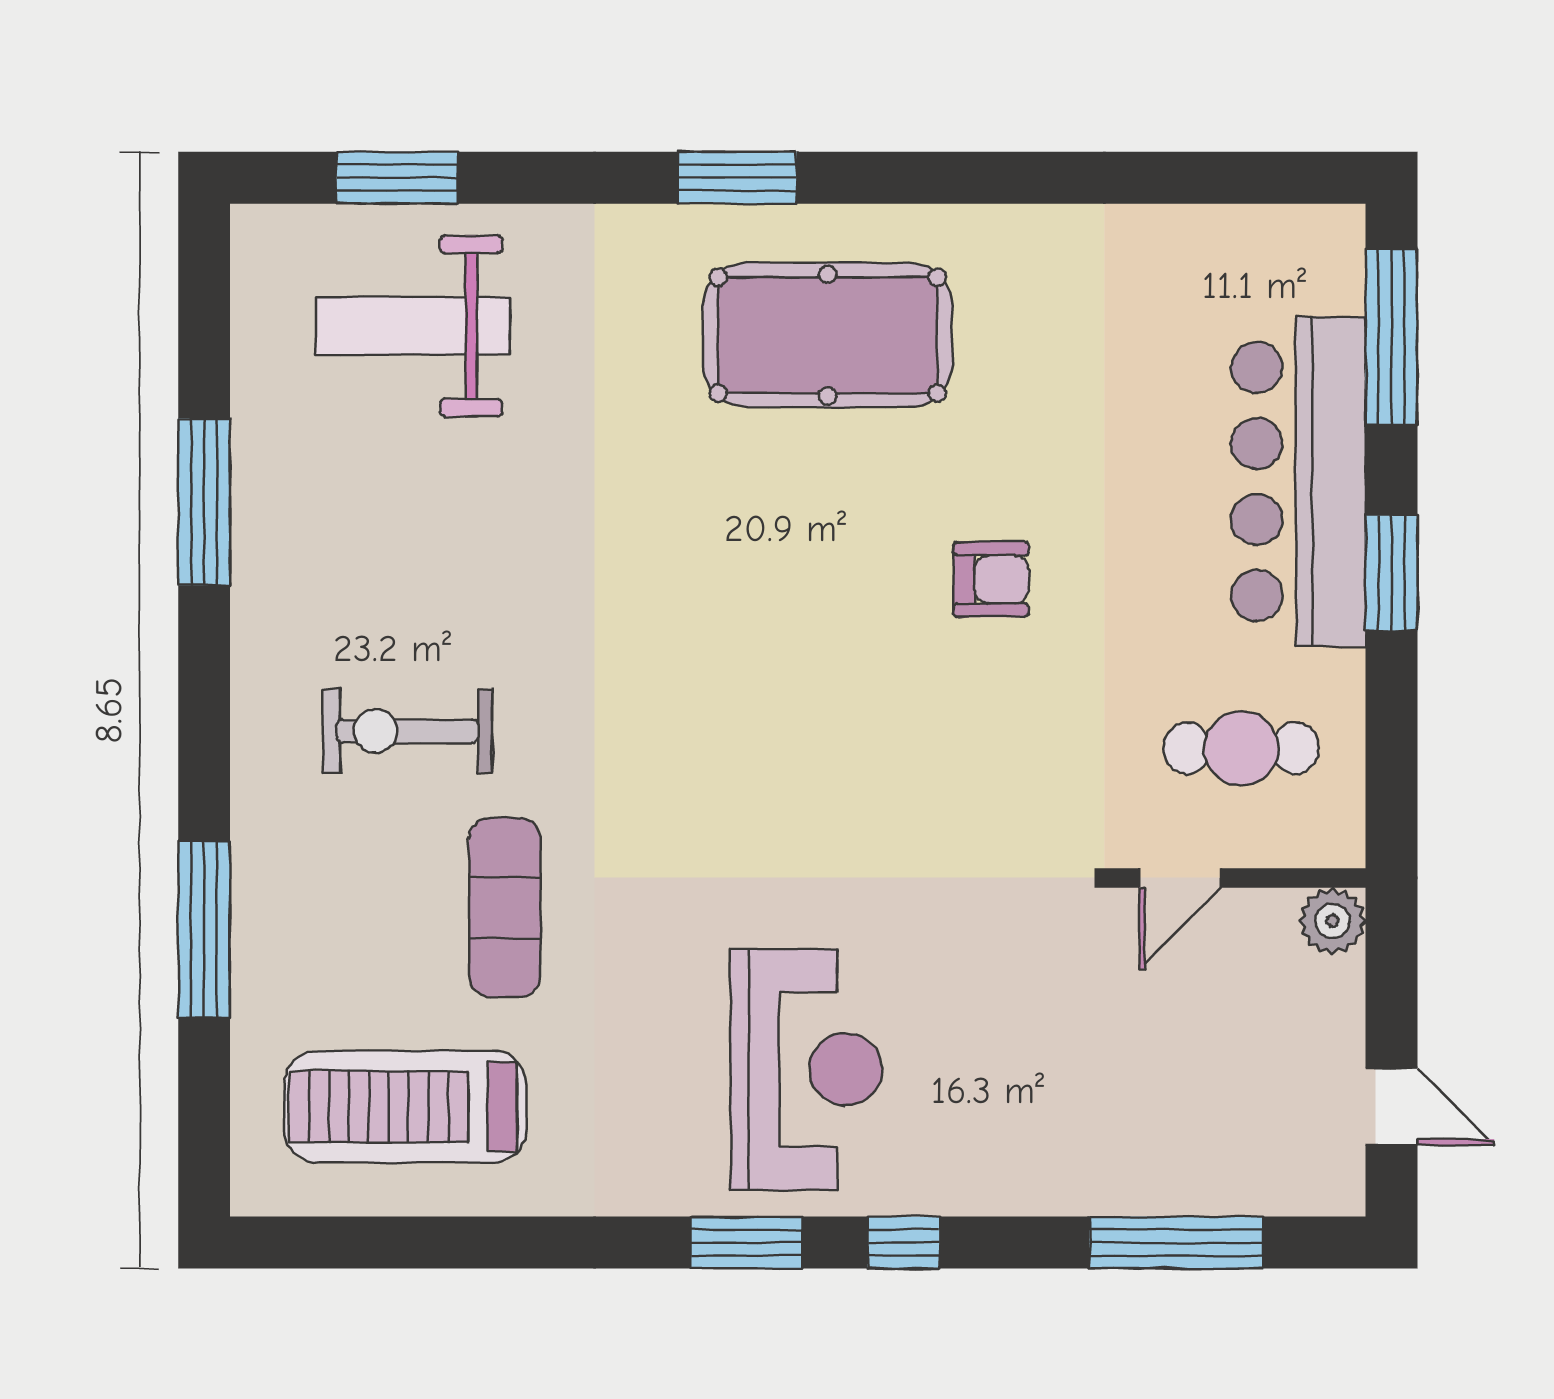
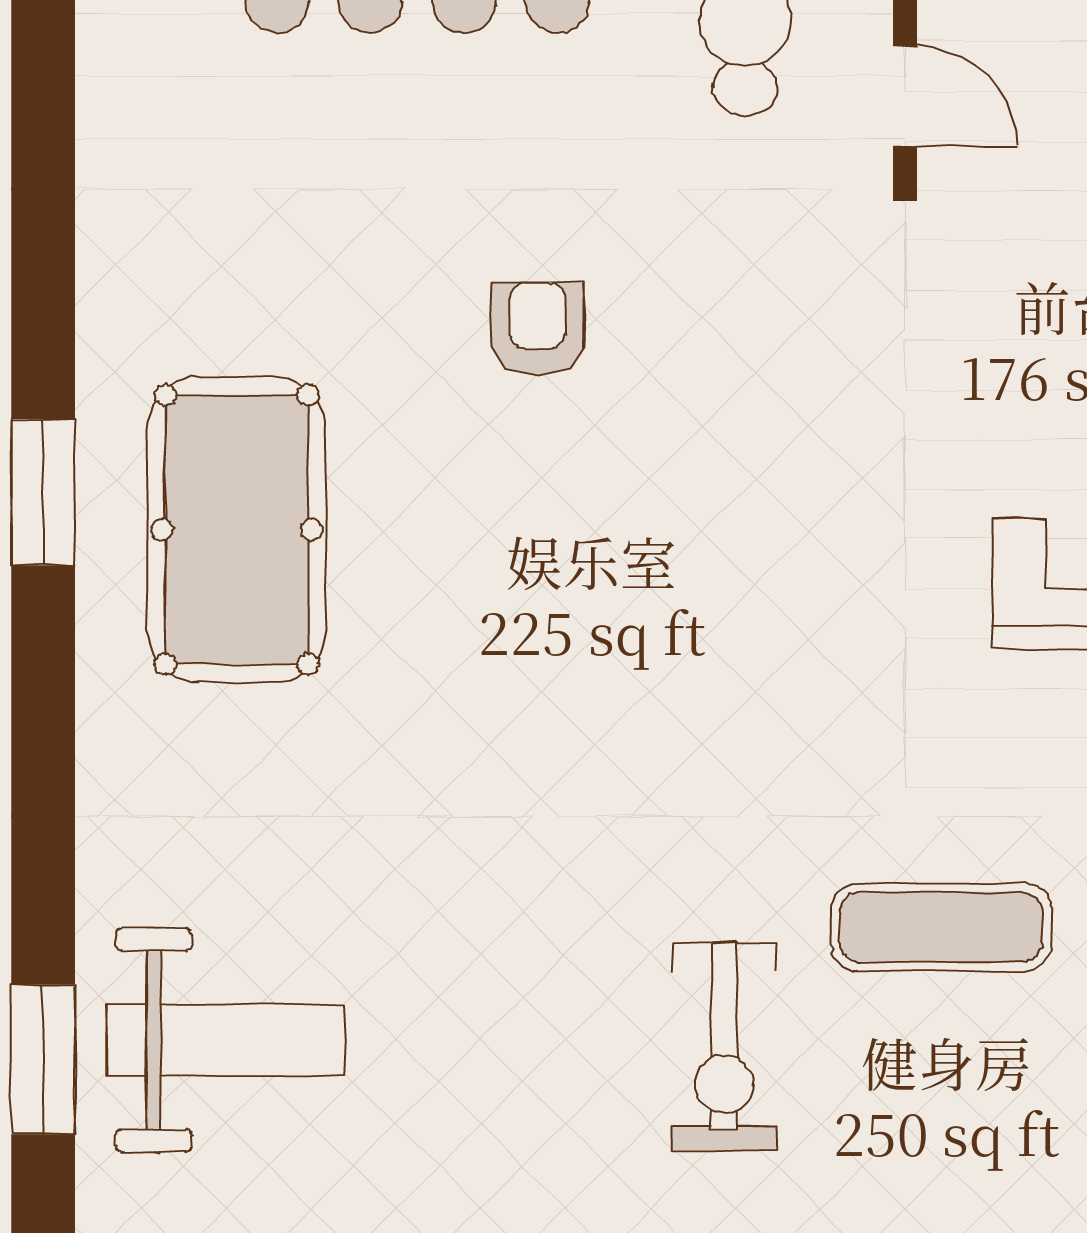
window: (737, 178) -> (43, 492), moved
weight bench: (413, 326) -> (226, 1040), turned -90

